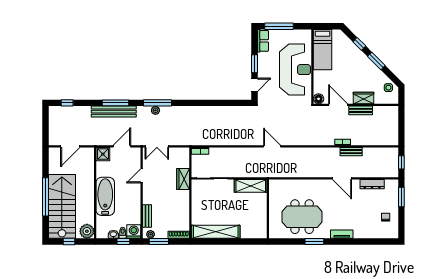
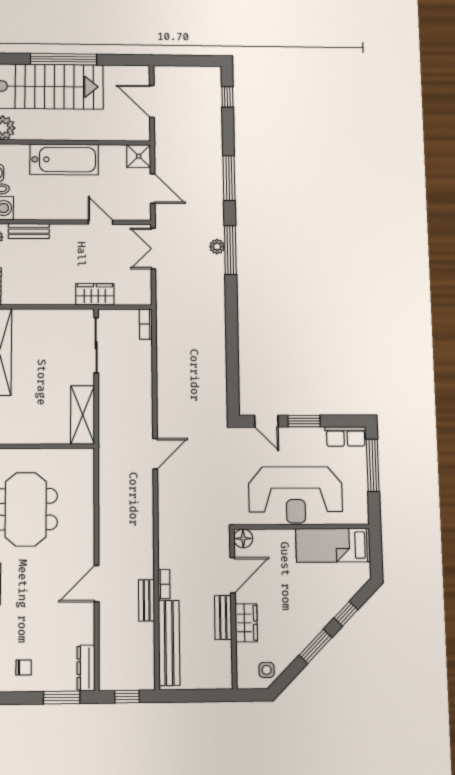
bench: (114, 112) -> (169, 643), moved
dresser: (372, 184) -> (86, 668), moved

